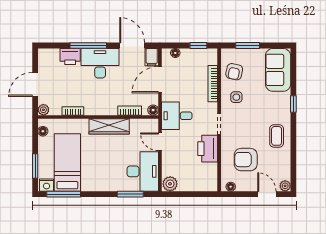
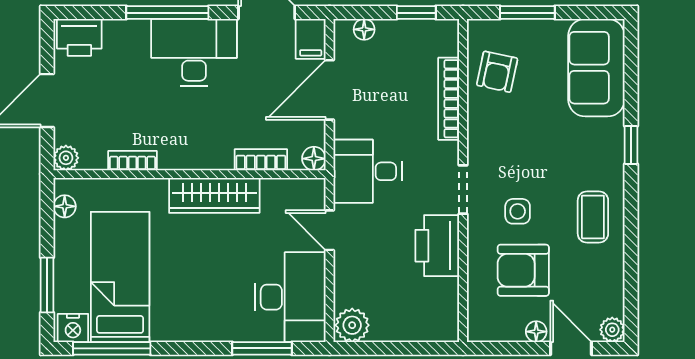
printer: (70, 57) -> (79, 37), moved
side table: (236, 97) -> (518, 211), moved
floor lamp: (231, 187) -> (536, 332), moved

